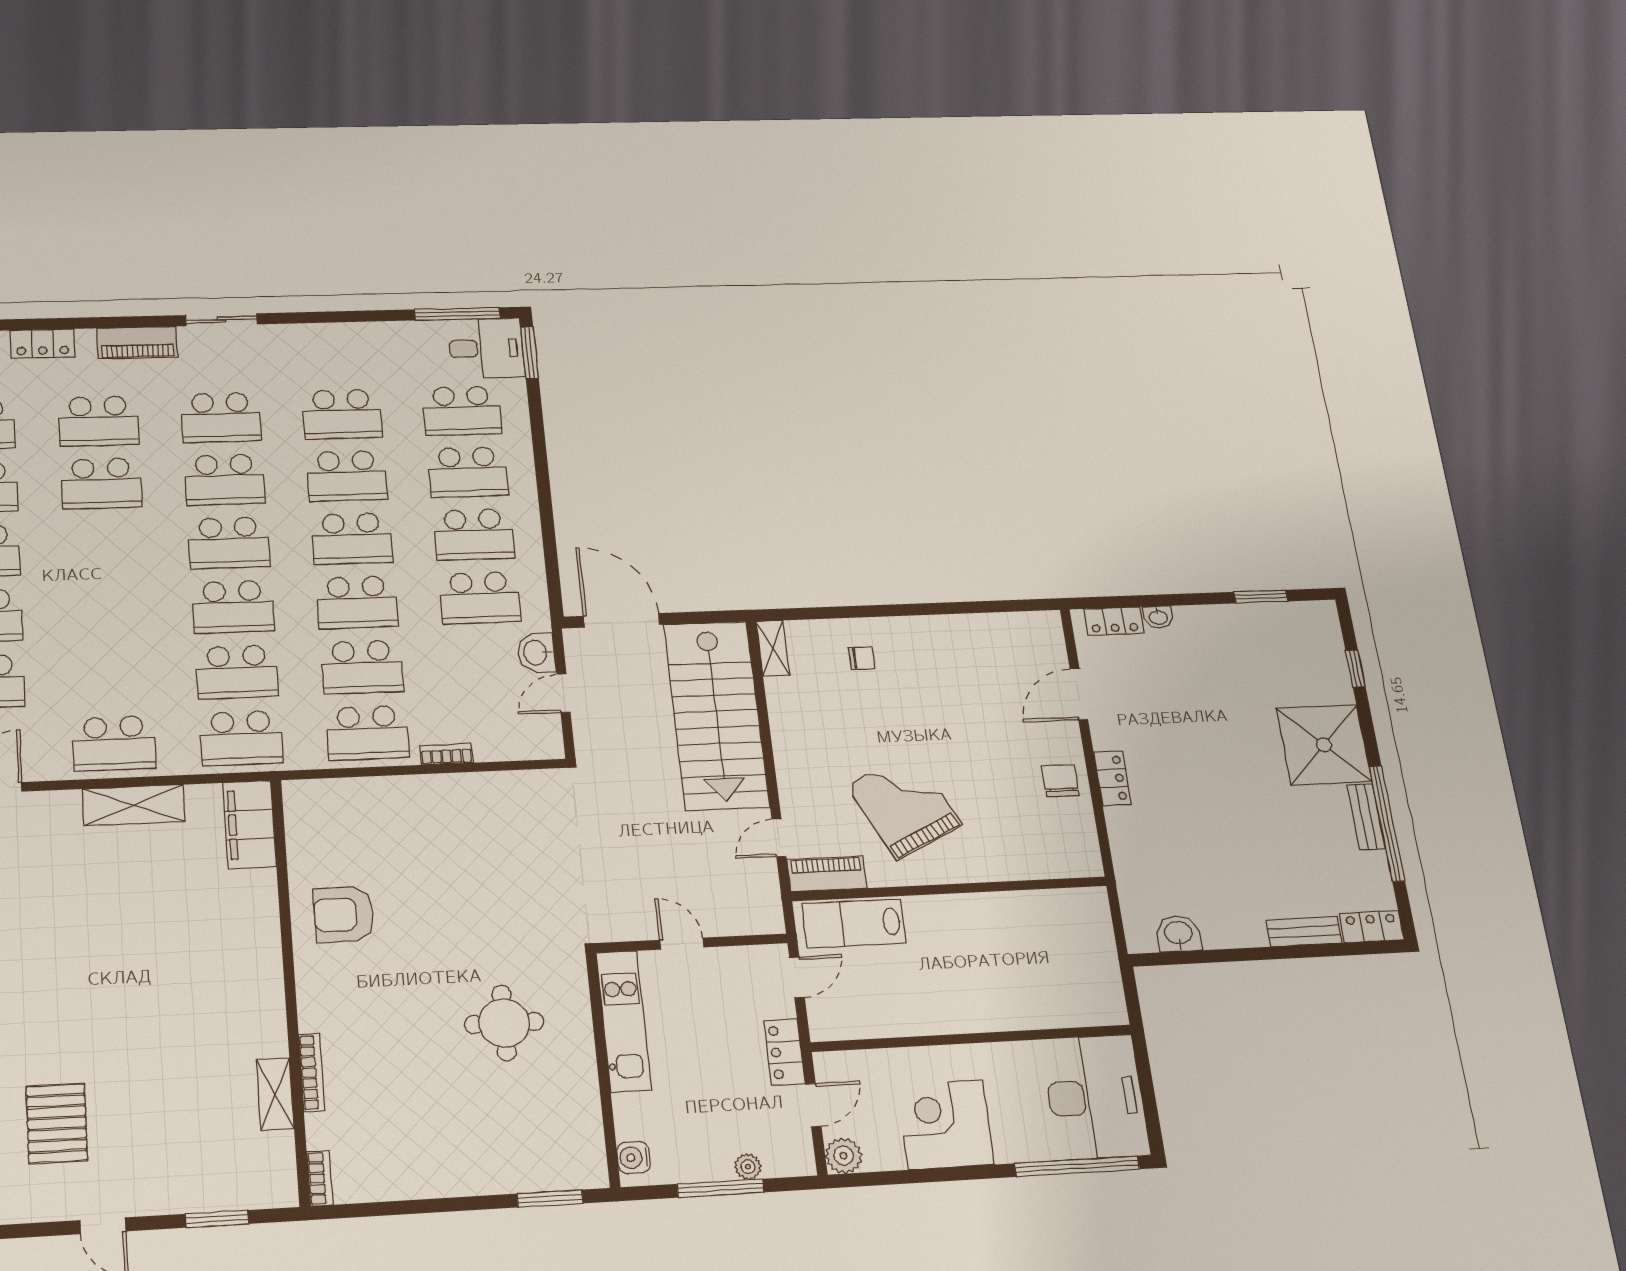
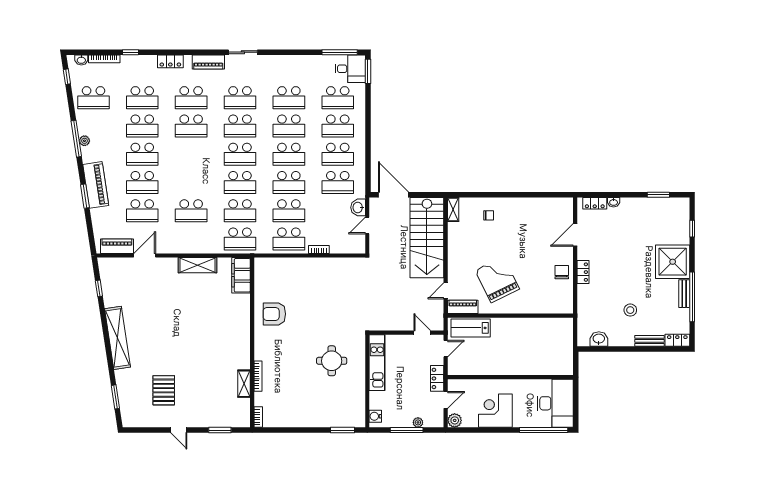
school desk: (114, 743) -> (191, 211), moved
stool: (1243, 861) -> (630, 310), added
door: (682, 944) -> (422, 333), moved

